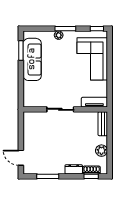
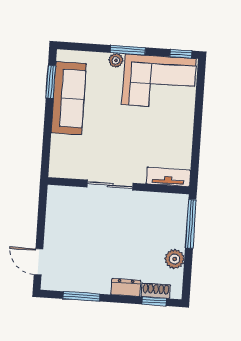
corner sofa: (92, 59) -> (159, 82), moved, turned -90
bench: (103, 124) -> (180, 214), removed
window: (110, 129) -> (191, 224), added

